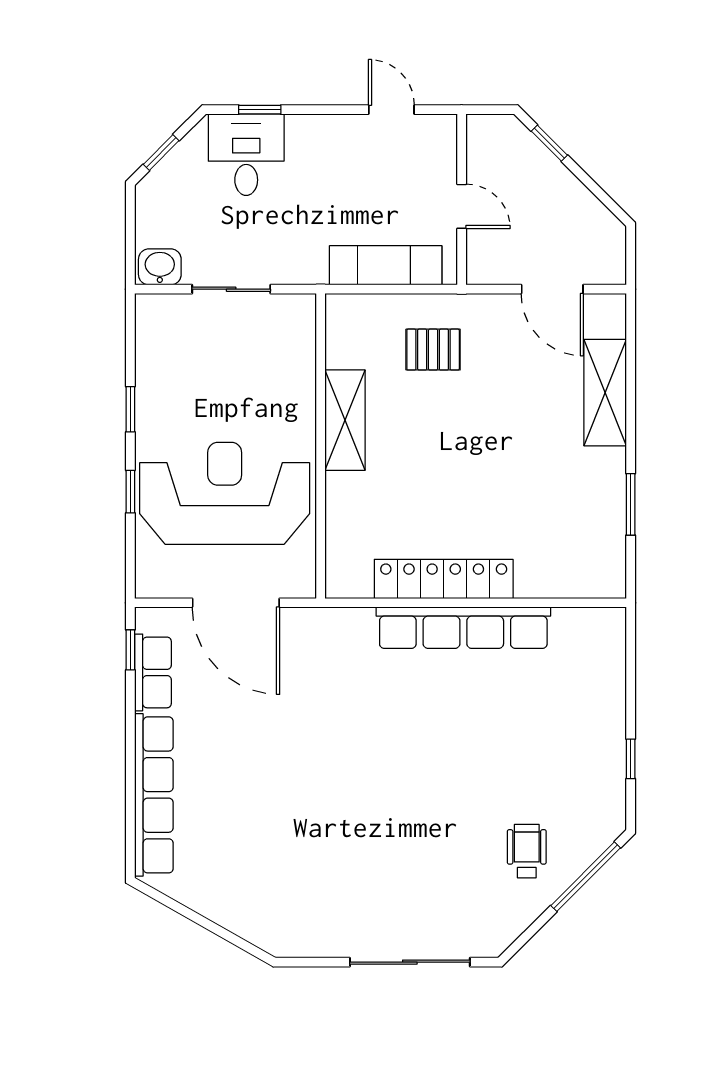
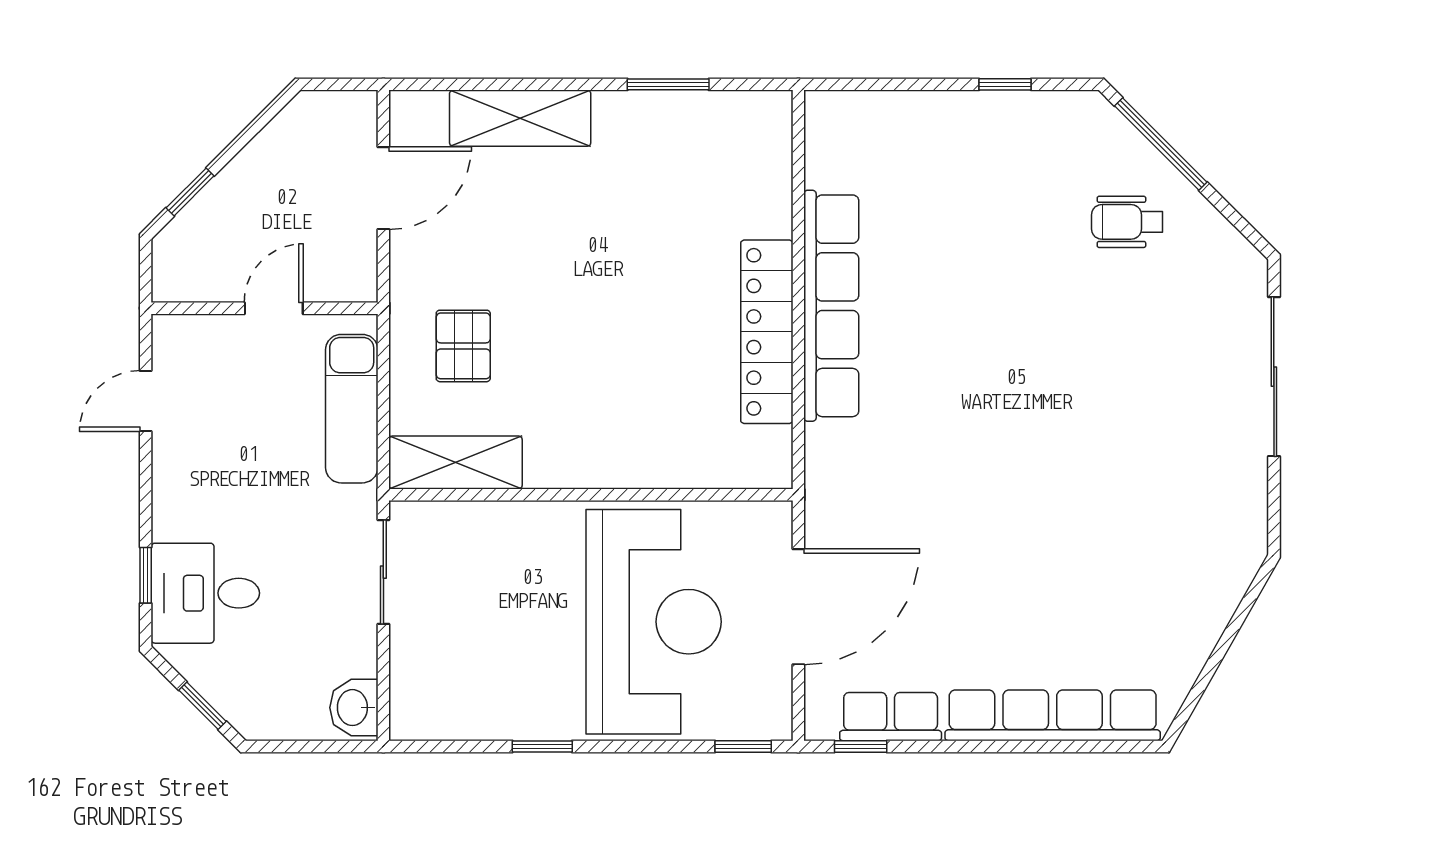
sliding door: (231, 289) -> (383, 572), moved
shelving: (345, 420) -> (456, 462), moved
window: (130, 492) -> (743, 746), moved
reception desk: (225, 493) -> (654, 622), turned 180

